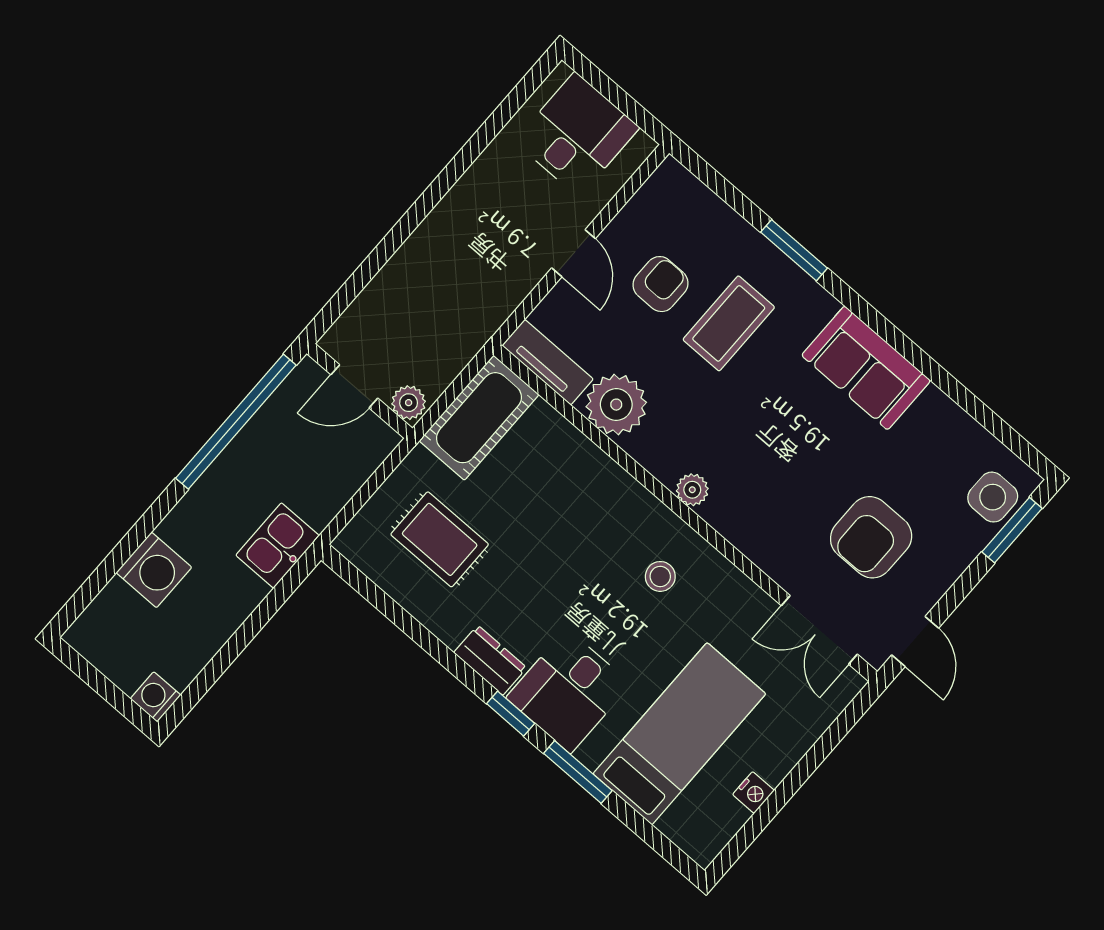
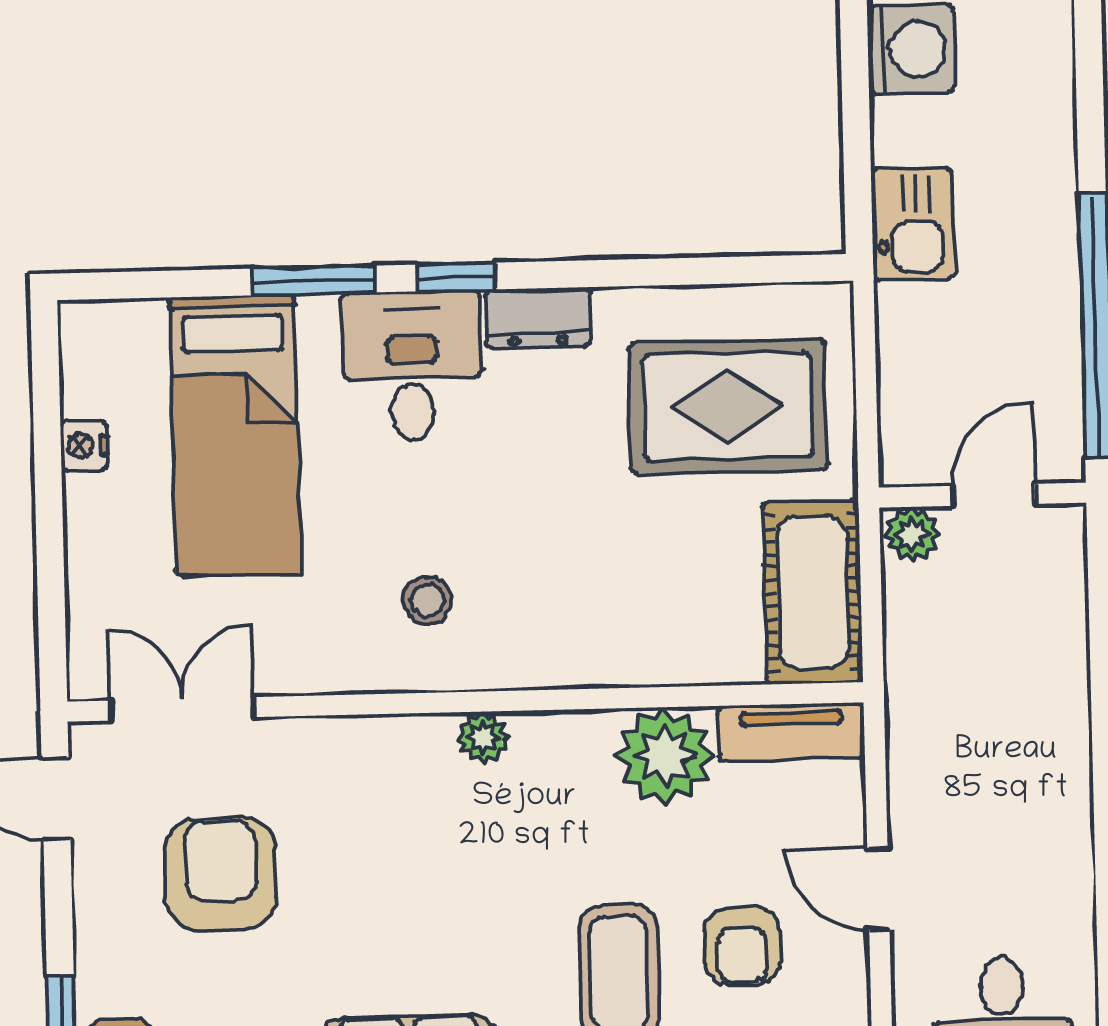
rug: (440, 539) -> (728, 406), width x1.36, depth x1.43
washing machine: (154, 570) -> (911, 49), moved, turned 180

